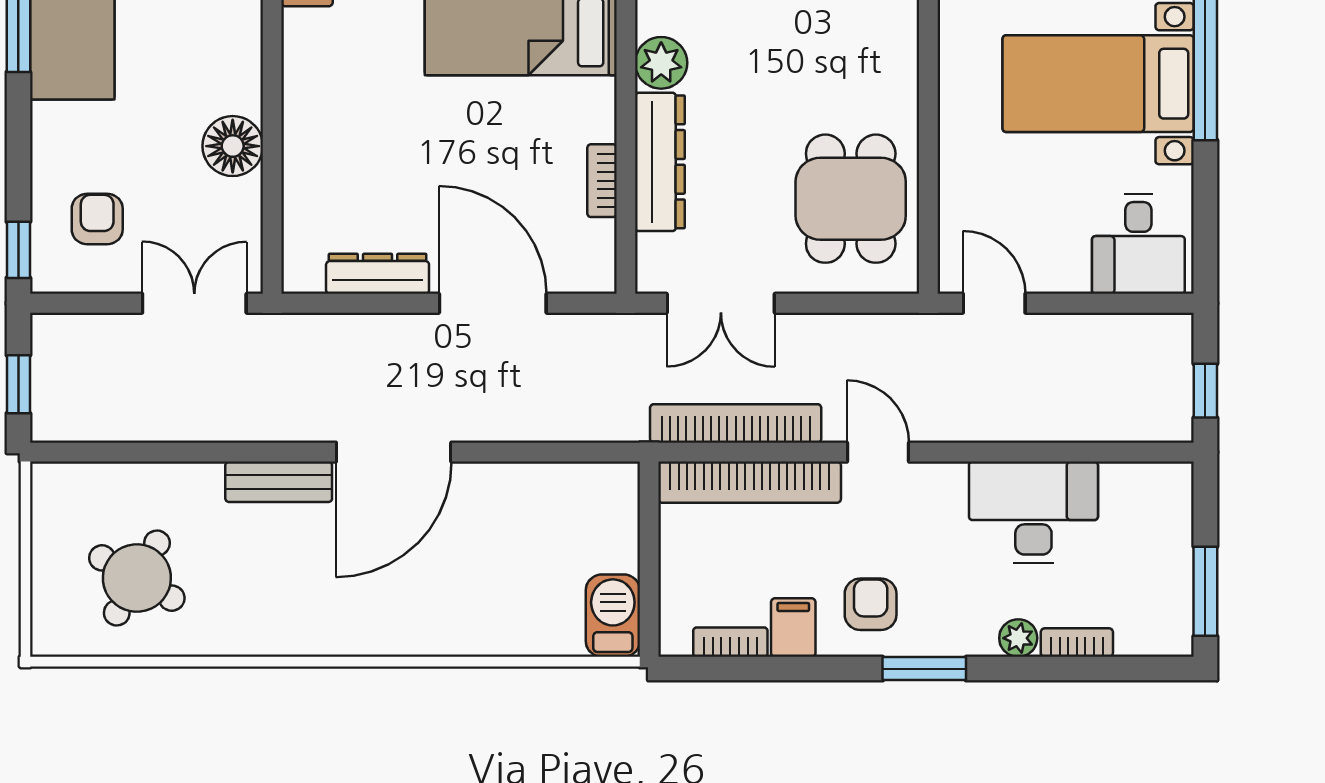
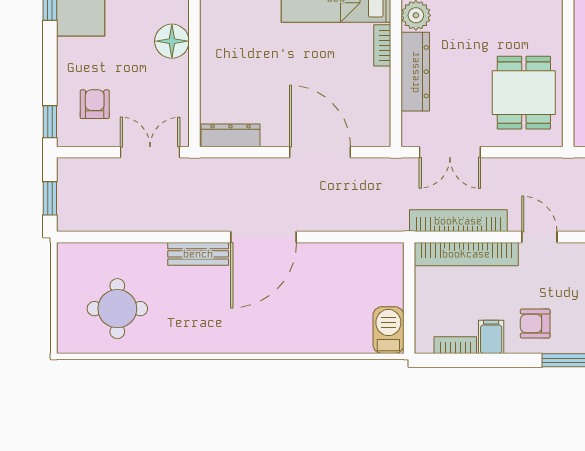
floor lamp: (233, 146) -> (172, 41), moved
bookcase: (602, 181) -> (382, 45), moved
dresser: (378, 274) -> (231, 135), moved
round table: (137, 578) -> (117, 309), turned -30
armchair: (871, 604) -> (535, 324), turned -90

